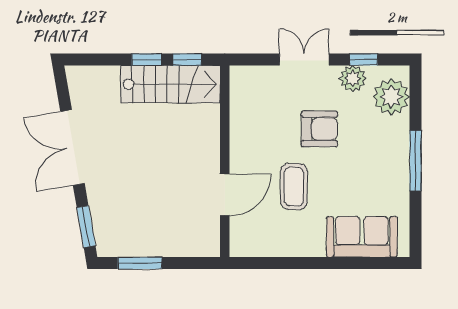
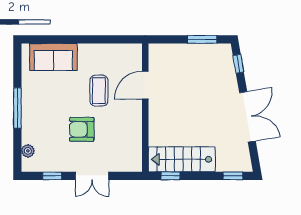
window: (146, 59) -> (233, 176), moved
plant: (353, 79) -> (59, 163), removed
plant: (391, 97) -> (28, 151), width x0.53, depth x0.53
window: (86, 227) -> (238, 64), width x0.67

